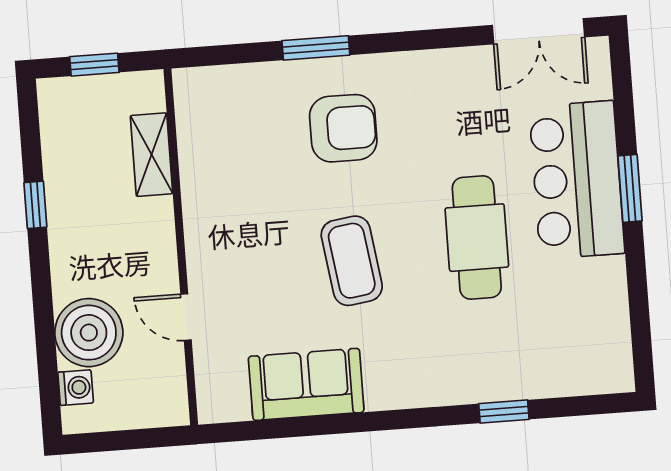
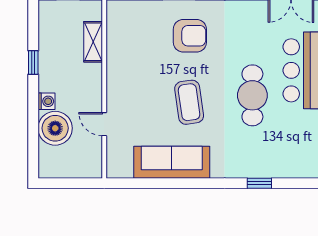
sofa: (306, 384) -> (172, 162), width x1.36
washing machine: (76, 388) -> (46, 101), moved

